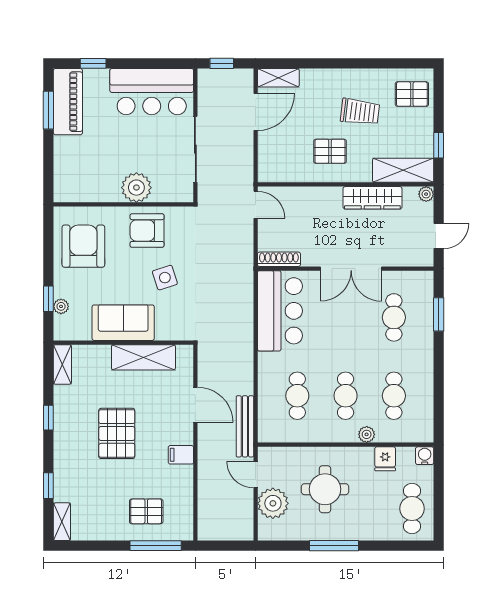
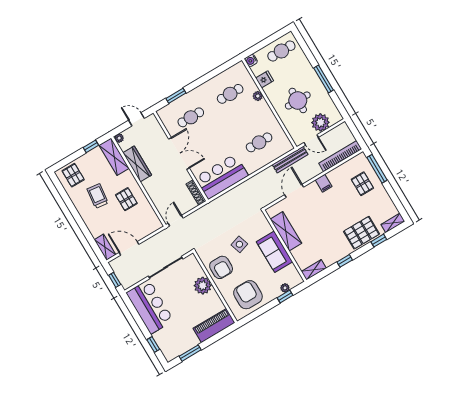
piano: (68, 102) -> (214, 326), moved
armchair: (83, 246) -> (248, 295), turned 90
cafe table: (346, 396) -> (245, 118), removed
pallet: (117, 433) -> (361, 233), moved
door: (256, 475) -> (311, 140), hinge flipped
bookcase: (206, 503) -> (340, 156), added

